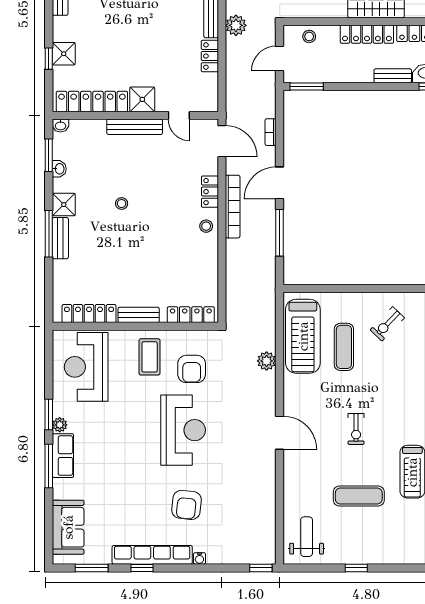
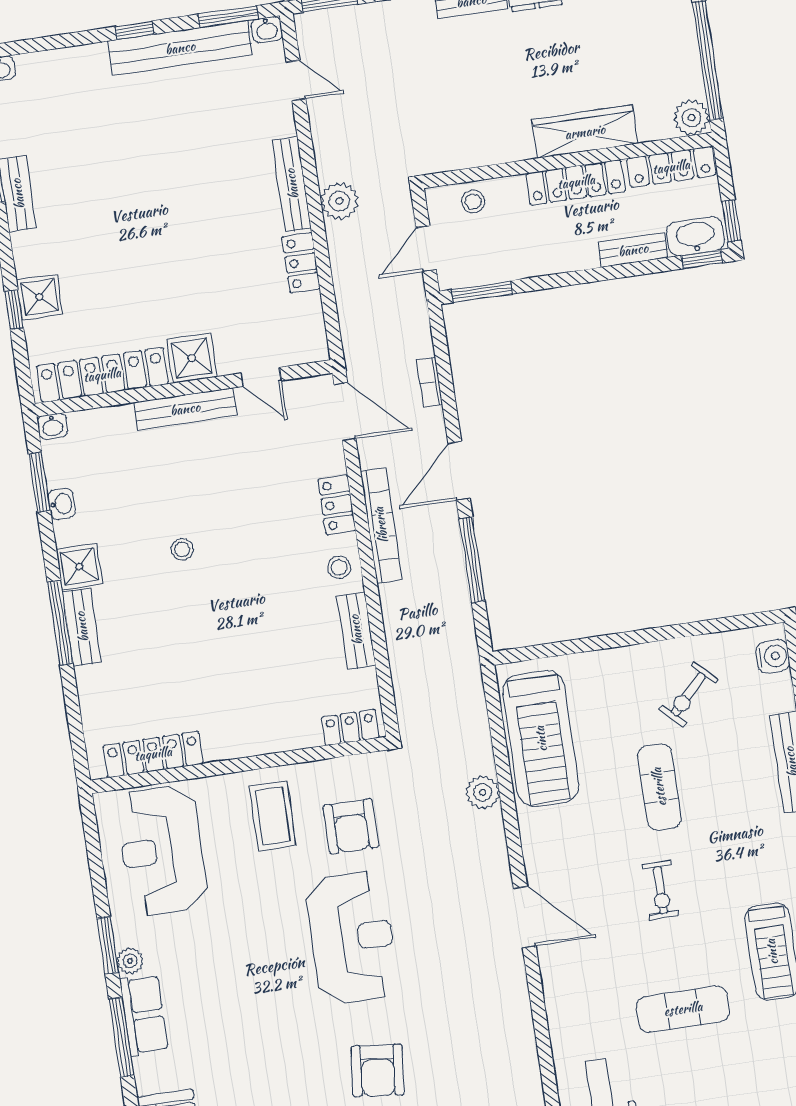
bench: (139, 315) -> (356, 630), moved, turned 90
locker: (191, 315) -> (350, 727), width x0.66
exercise mat: (344, 347) -> (659, 787), moved

